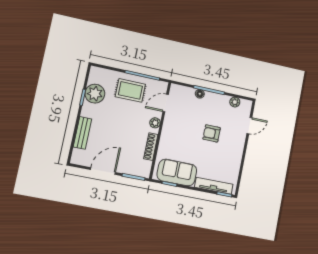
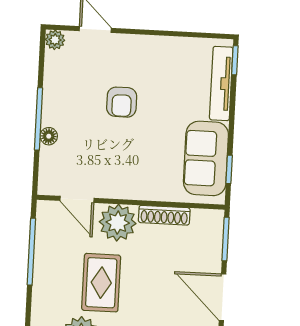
rug: (130, 90) -> (101, 283), moved
plant: (235, 102) -> (55, 40), moved
plant: (155, 123) -> (118, 223), width x1.88, depth x1.88

